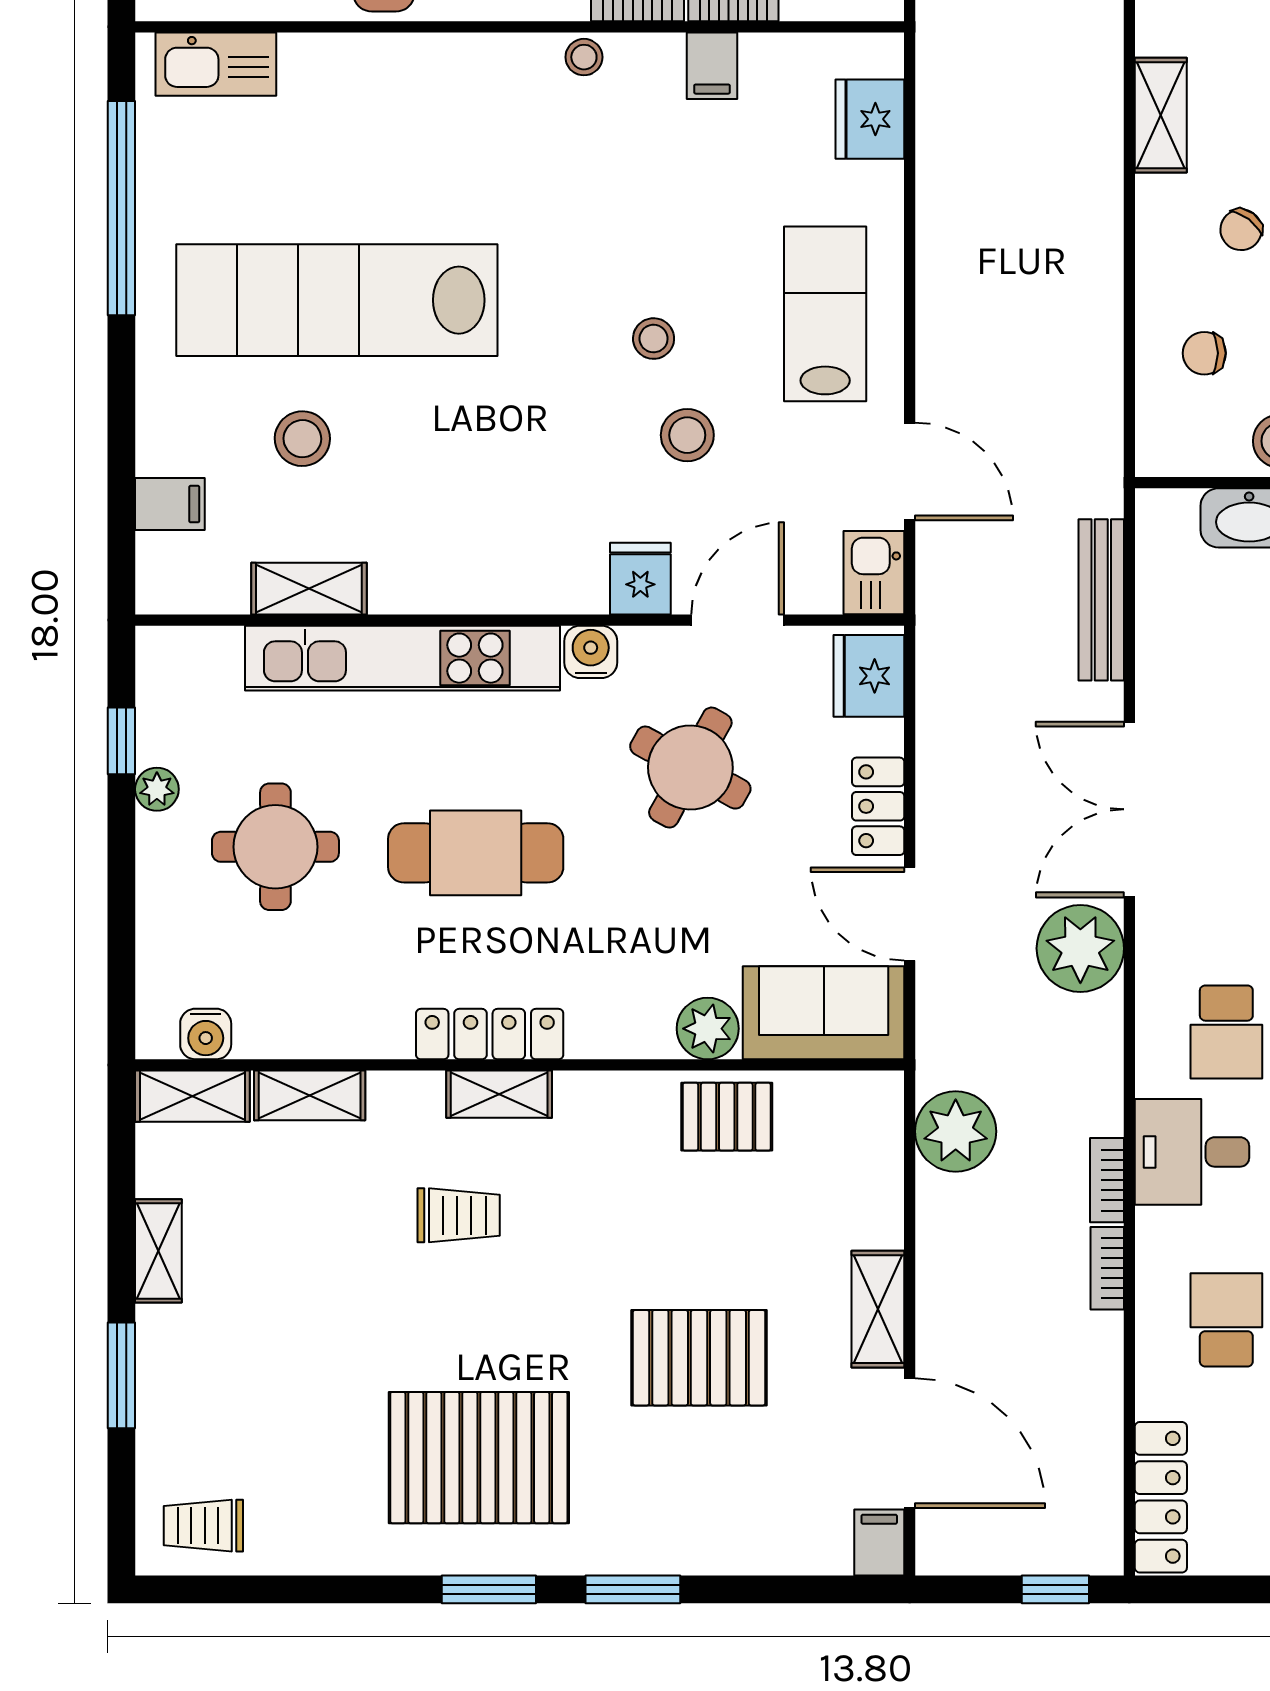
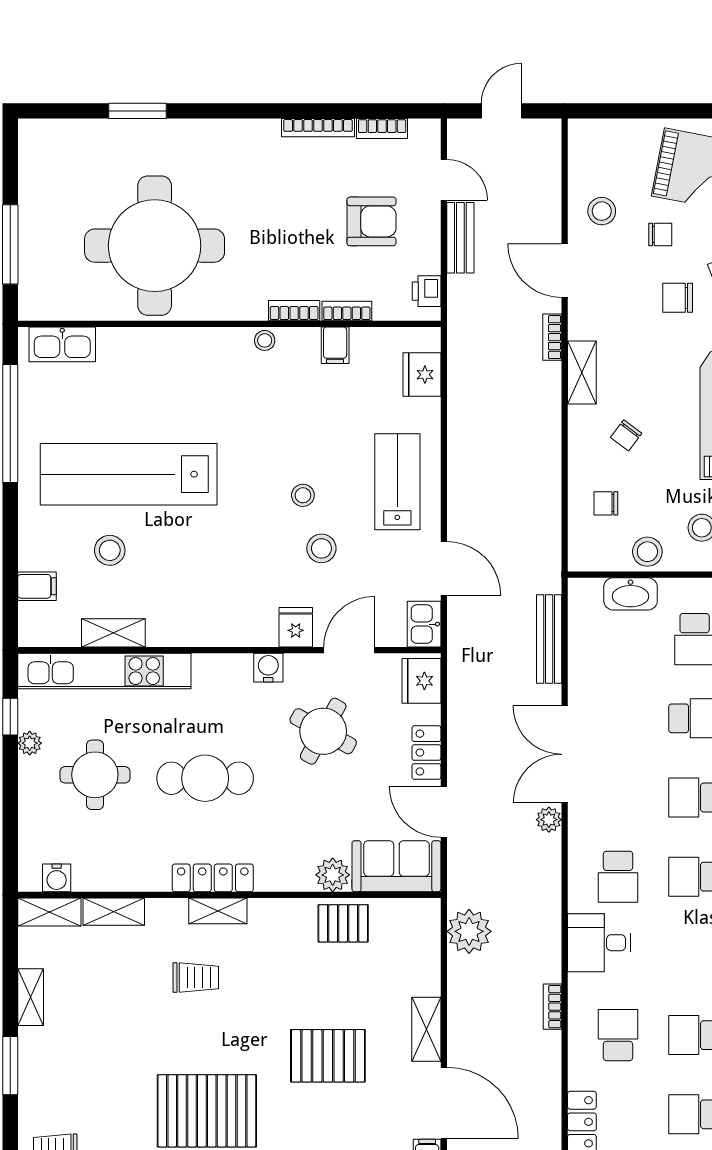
kitchen unit: (403, 658) -> (104, 671), moved
plant: (1080, 948) -> (549, 820), width x0.53, depth x0.53
bookcase: (1107, 1180) -> (552, 337), moved

